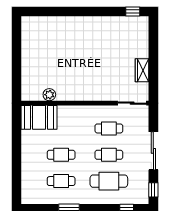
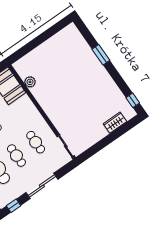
window: (70, 12) -> (101, 55), added
wardrobe: (142, 70) -> (115, 123), moved

